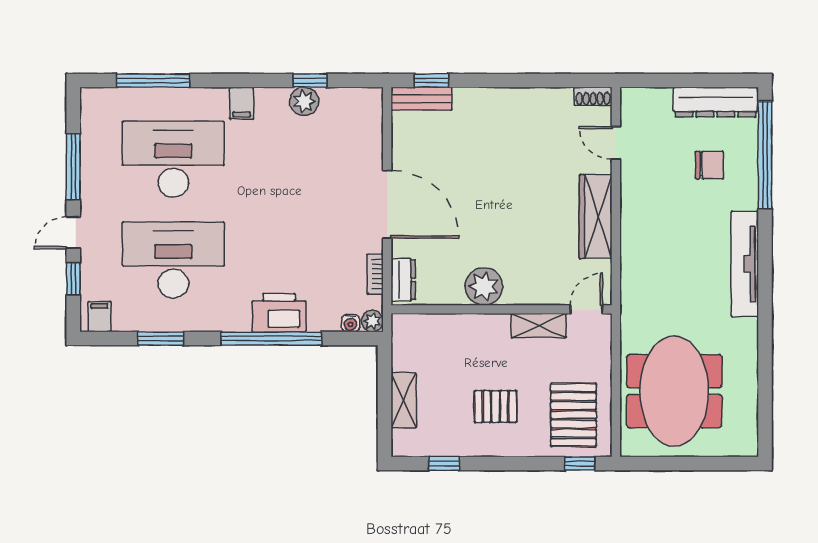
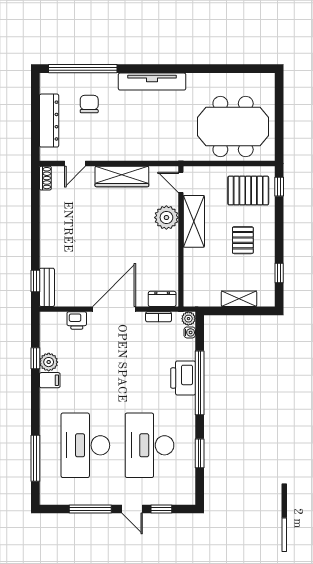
dresser: (715, 102) -> (49, 121), moved
filing cabinet: (242, 103) -> (50, 380), moved
printer: (369, 146) -> (77, 320), added
plant: (484, 286) -> (166, 218), moved
filing cabinet: (100, 317) -> (186, 492), removed
shelving: (539, 326) -> (194, 221), width x1.50, depth x1.33

